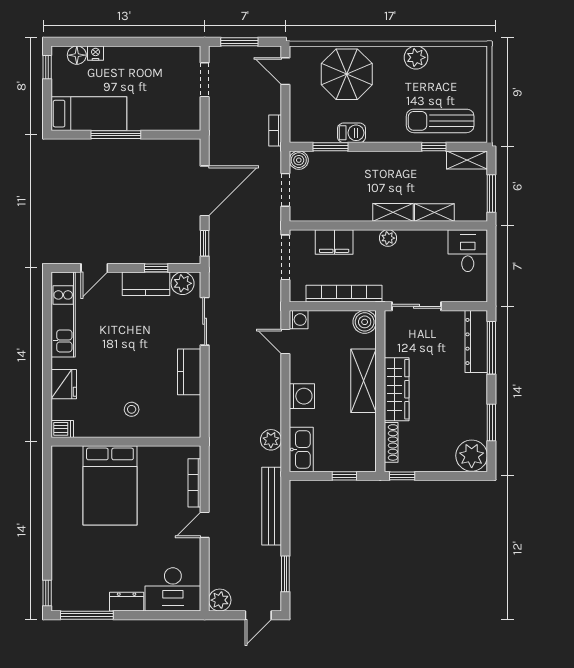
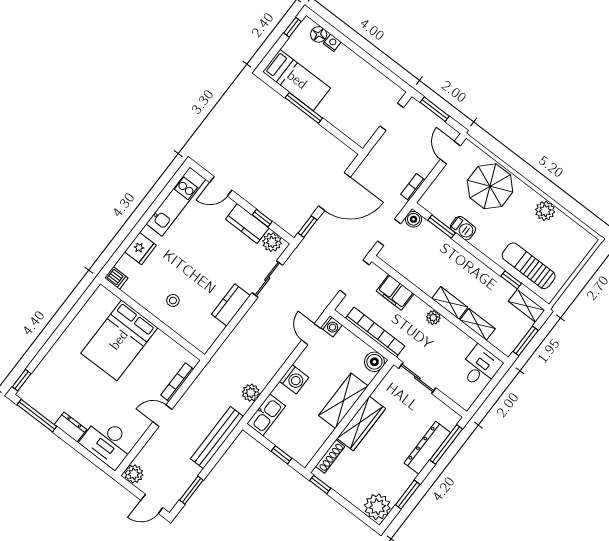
dresser: (476, 342) -> (427, 448), moved

